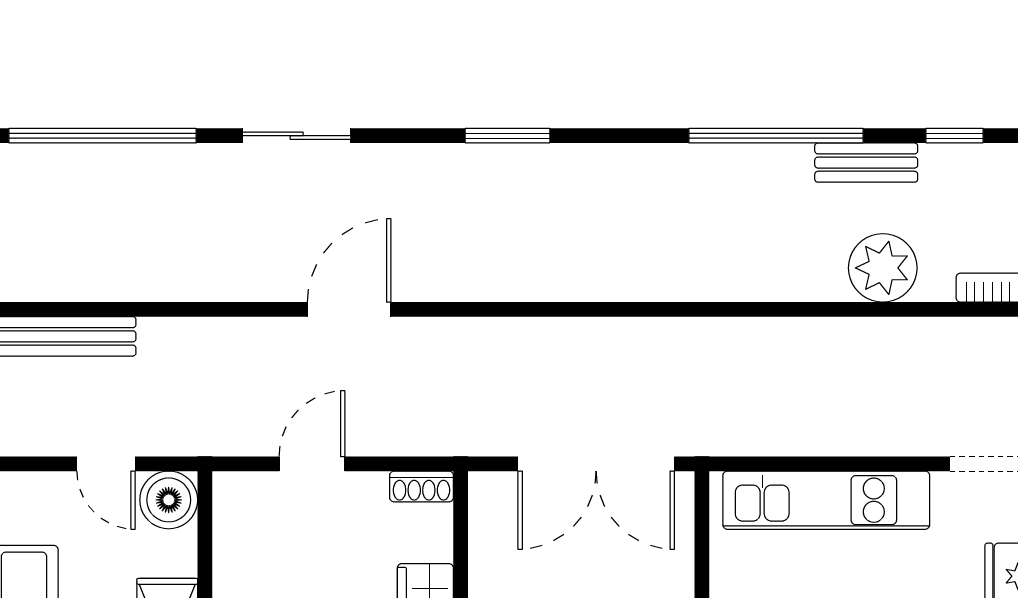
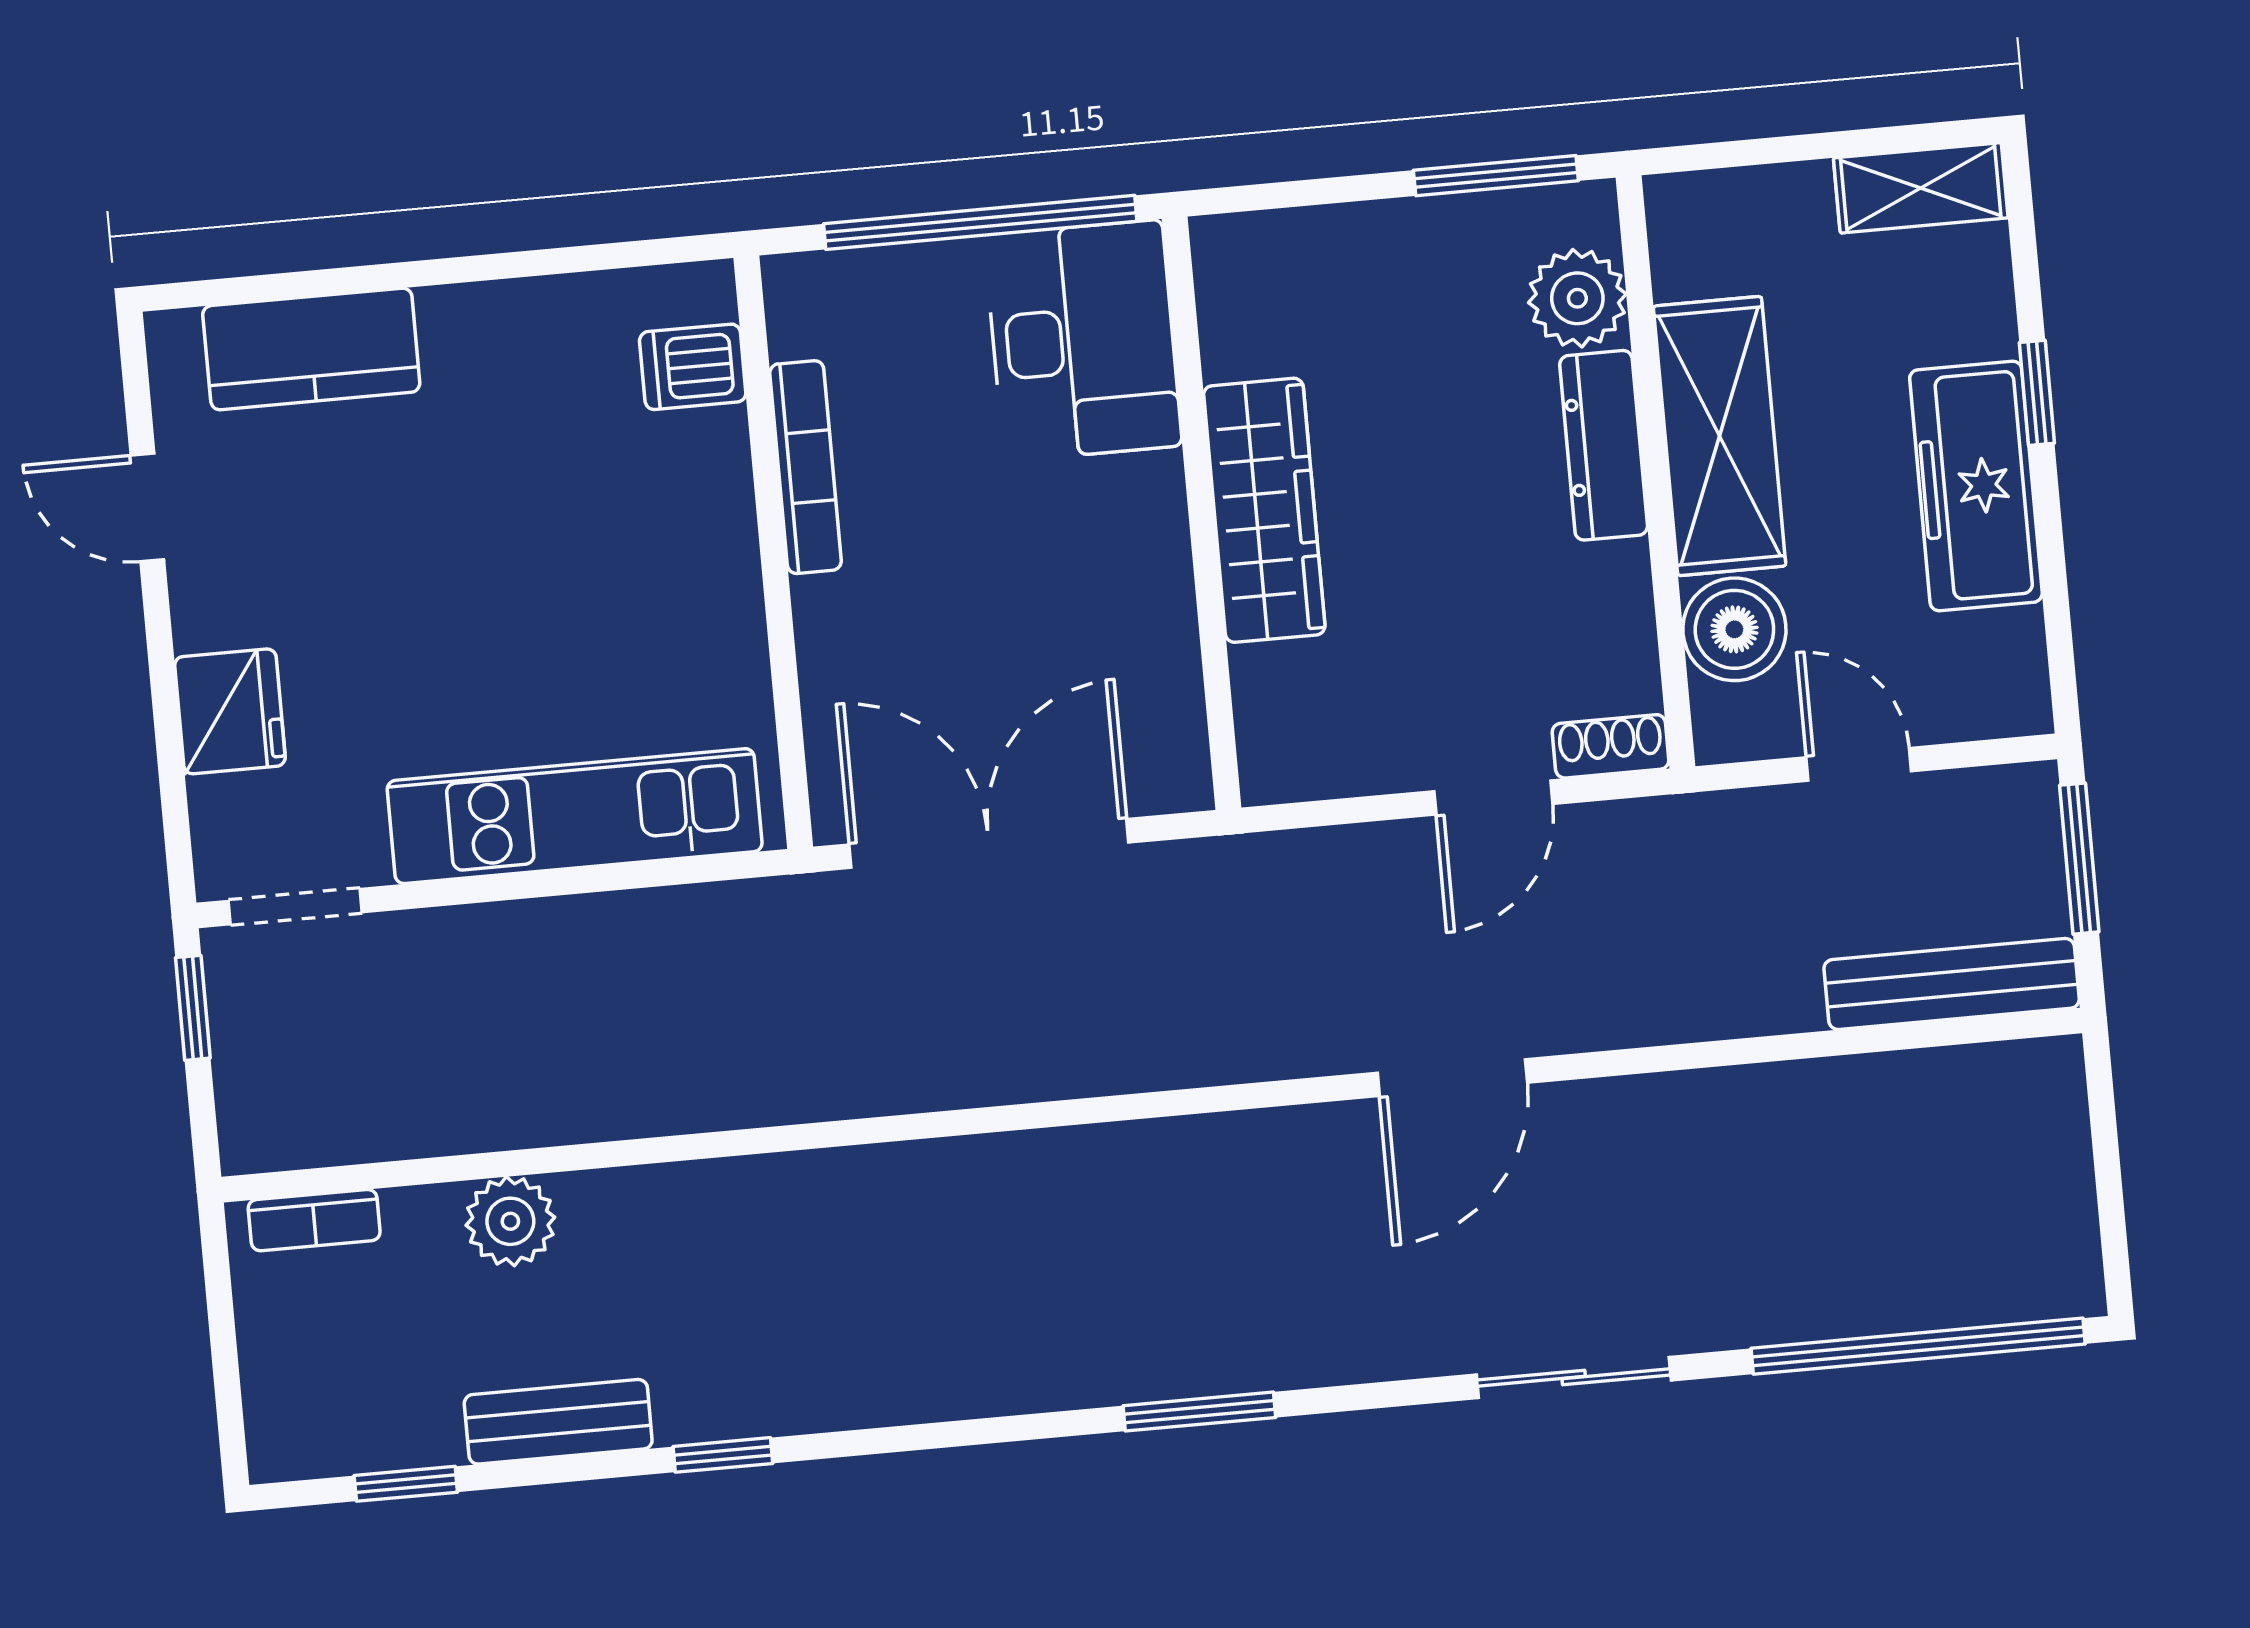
window: (776, 136) -> (723, 1455), width x0.32
plant: (883, 268) -> (510, 1221), width x0.73, depth x0.73
shoe rack: (422, 486) -> (1610, 746), moved
boiler: (169, 500) -> (1734, 629), moved

